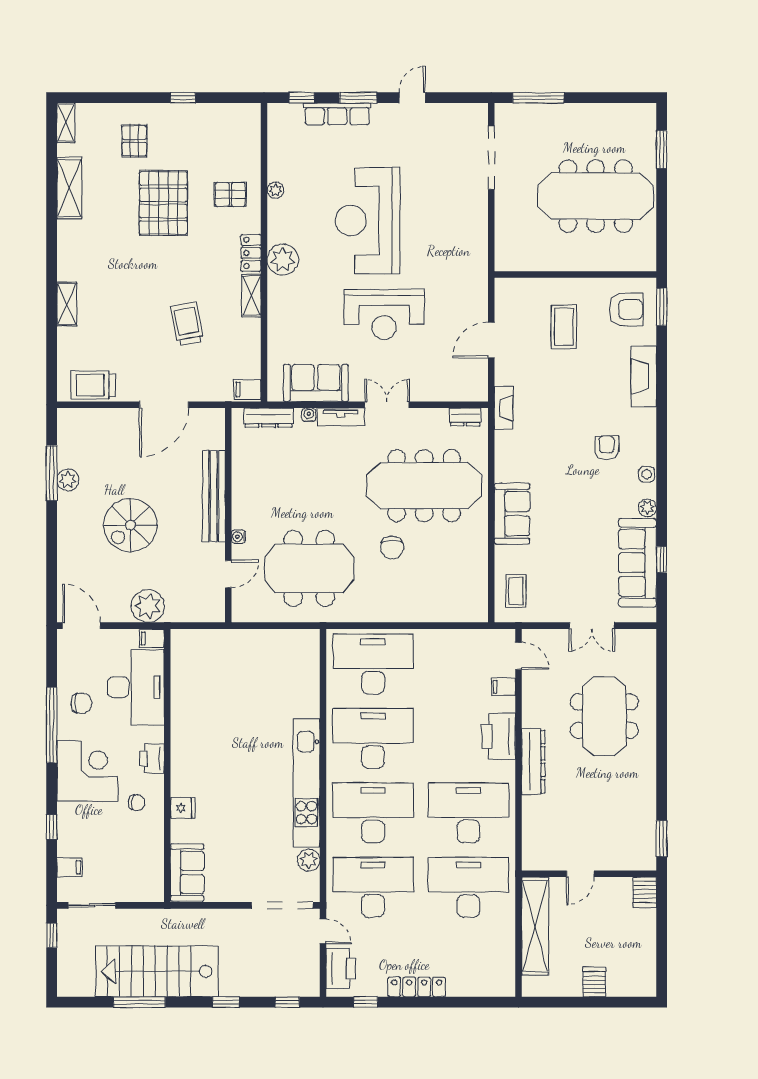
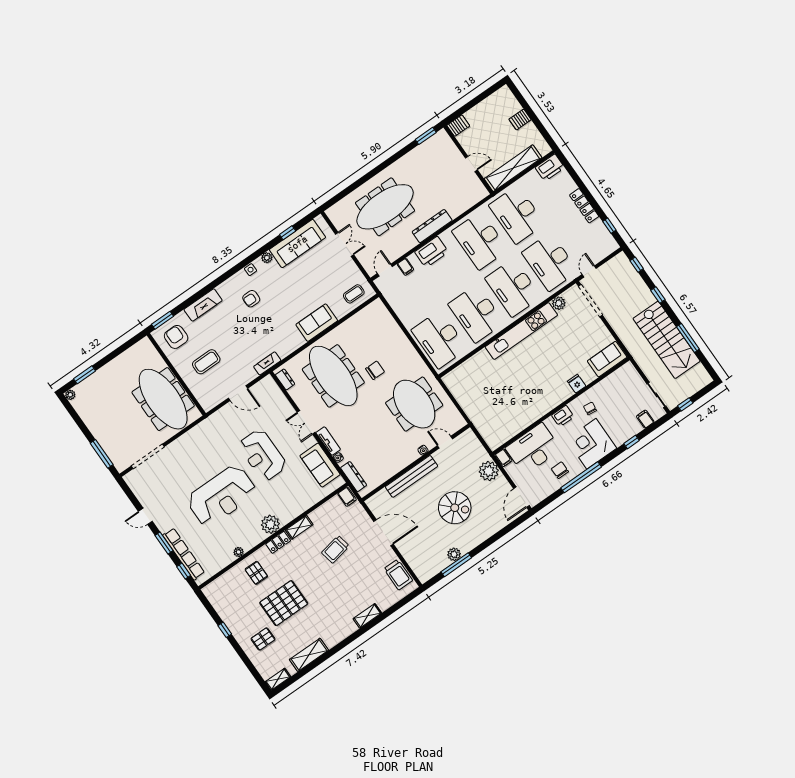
plant: (648, 111) -> (70, 395), added
row of seats: (337, 114) -> (184, 554), width x1.36
meeting table: (596, 196) -> (163, 399), moved
reception desk: (384, 314) -> (262, 455), turned 180
meeting table: (604, 716) -> (385, 207), width x1.36
printer: (341, 969) -> (550, 168), moved, turned 180

